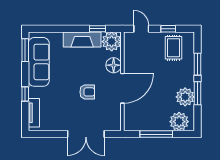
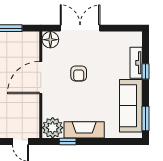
floor lamp: (114, 65) -> (50, 40), moved
armchair: (87, 92) -> (79, 73), turned -90
tv unit: (34, 113) -> (136, 63), moved

